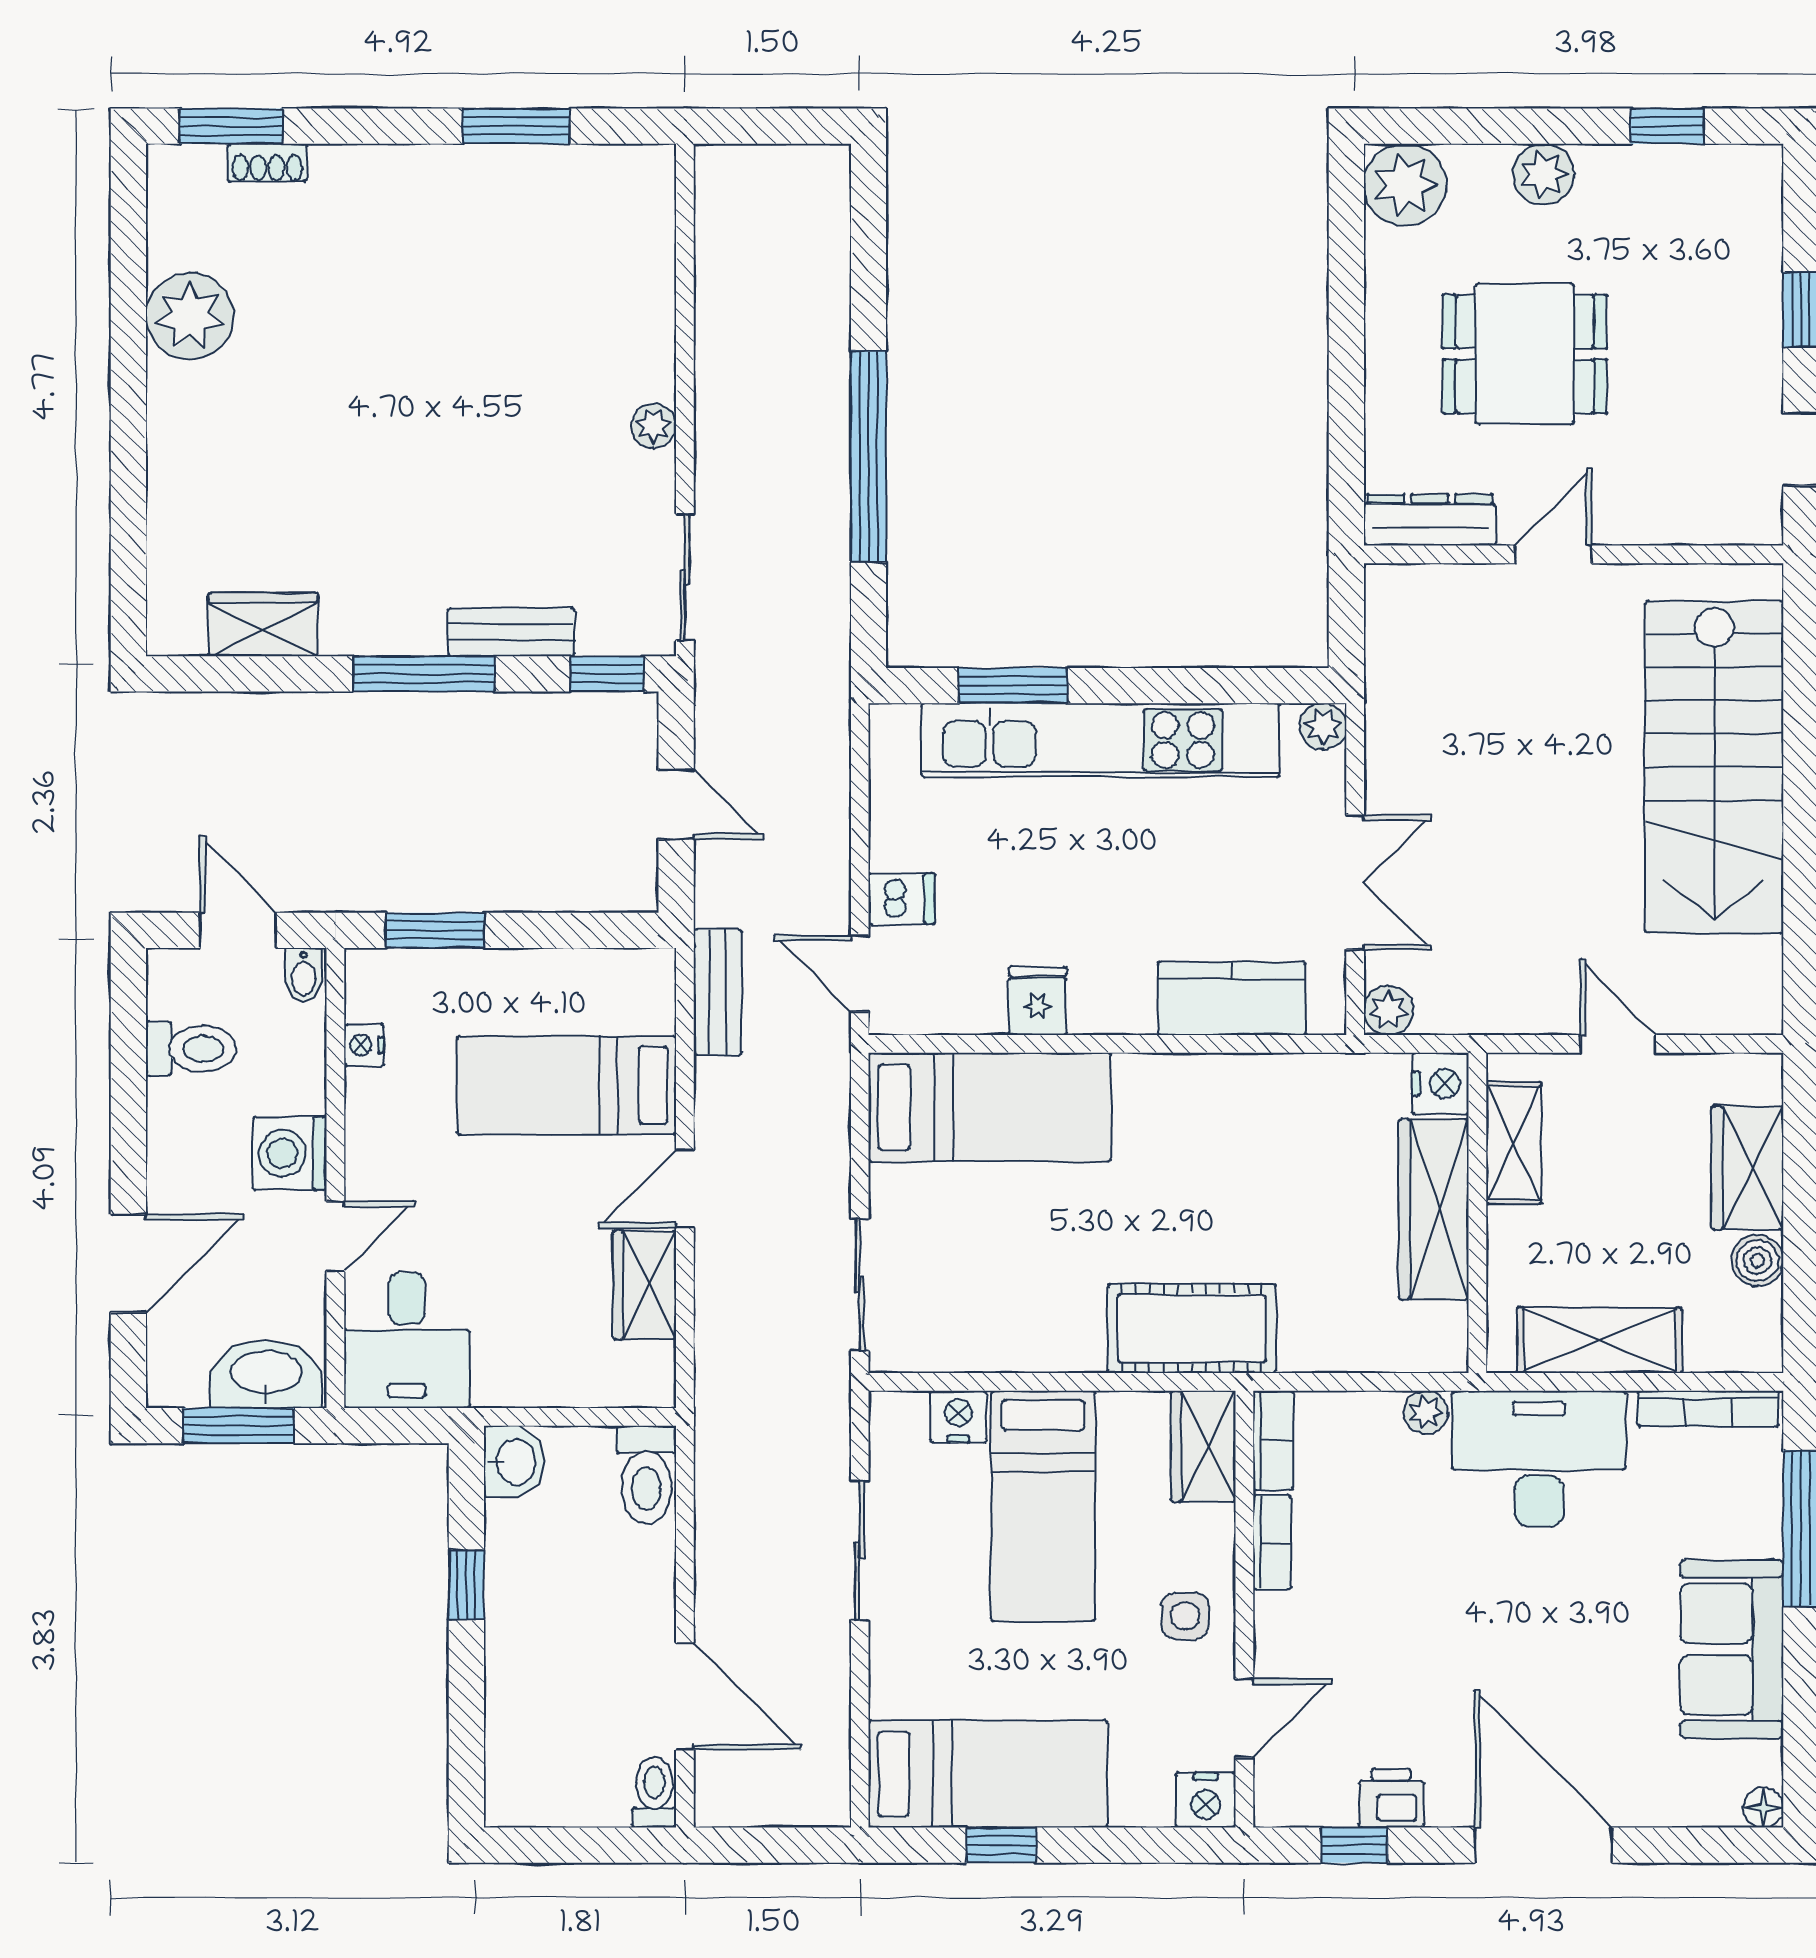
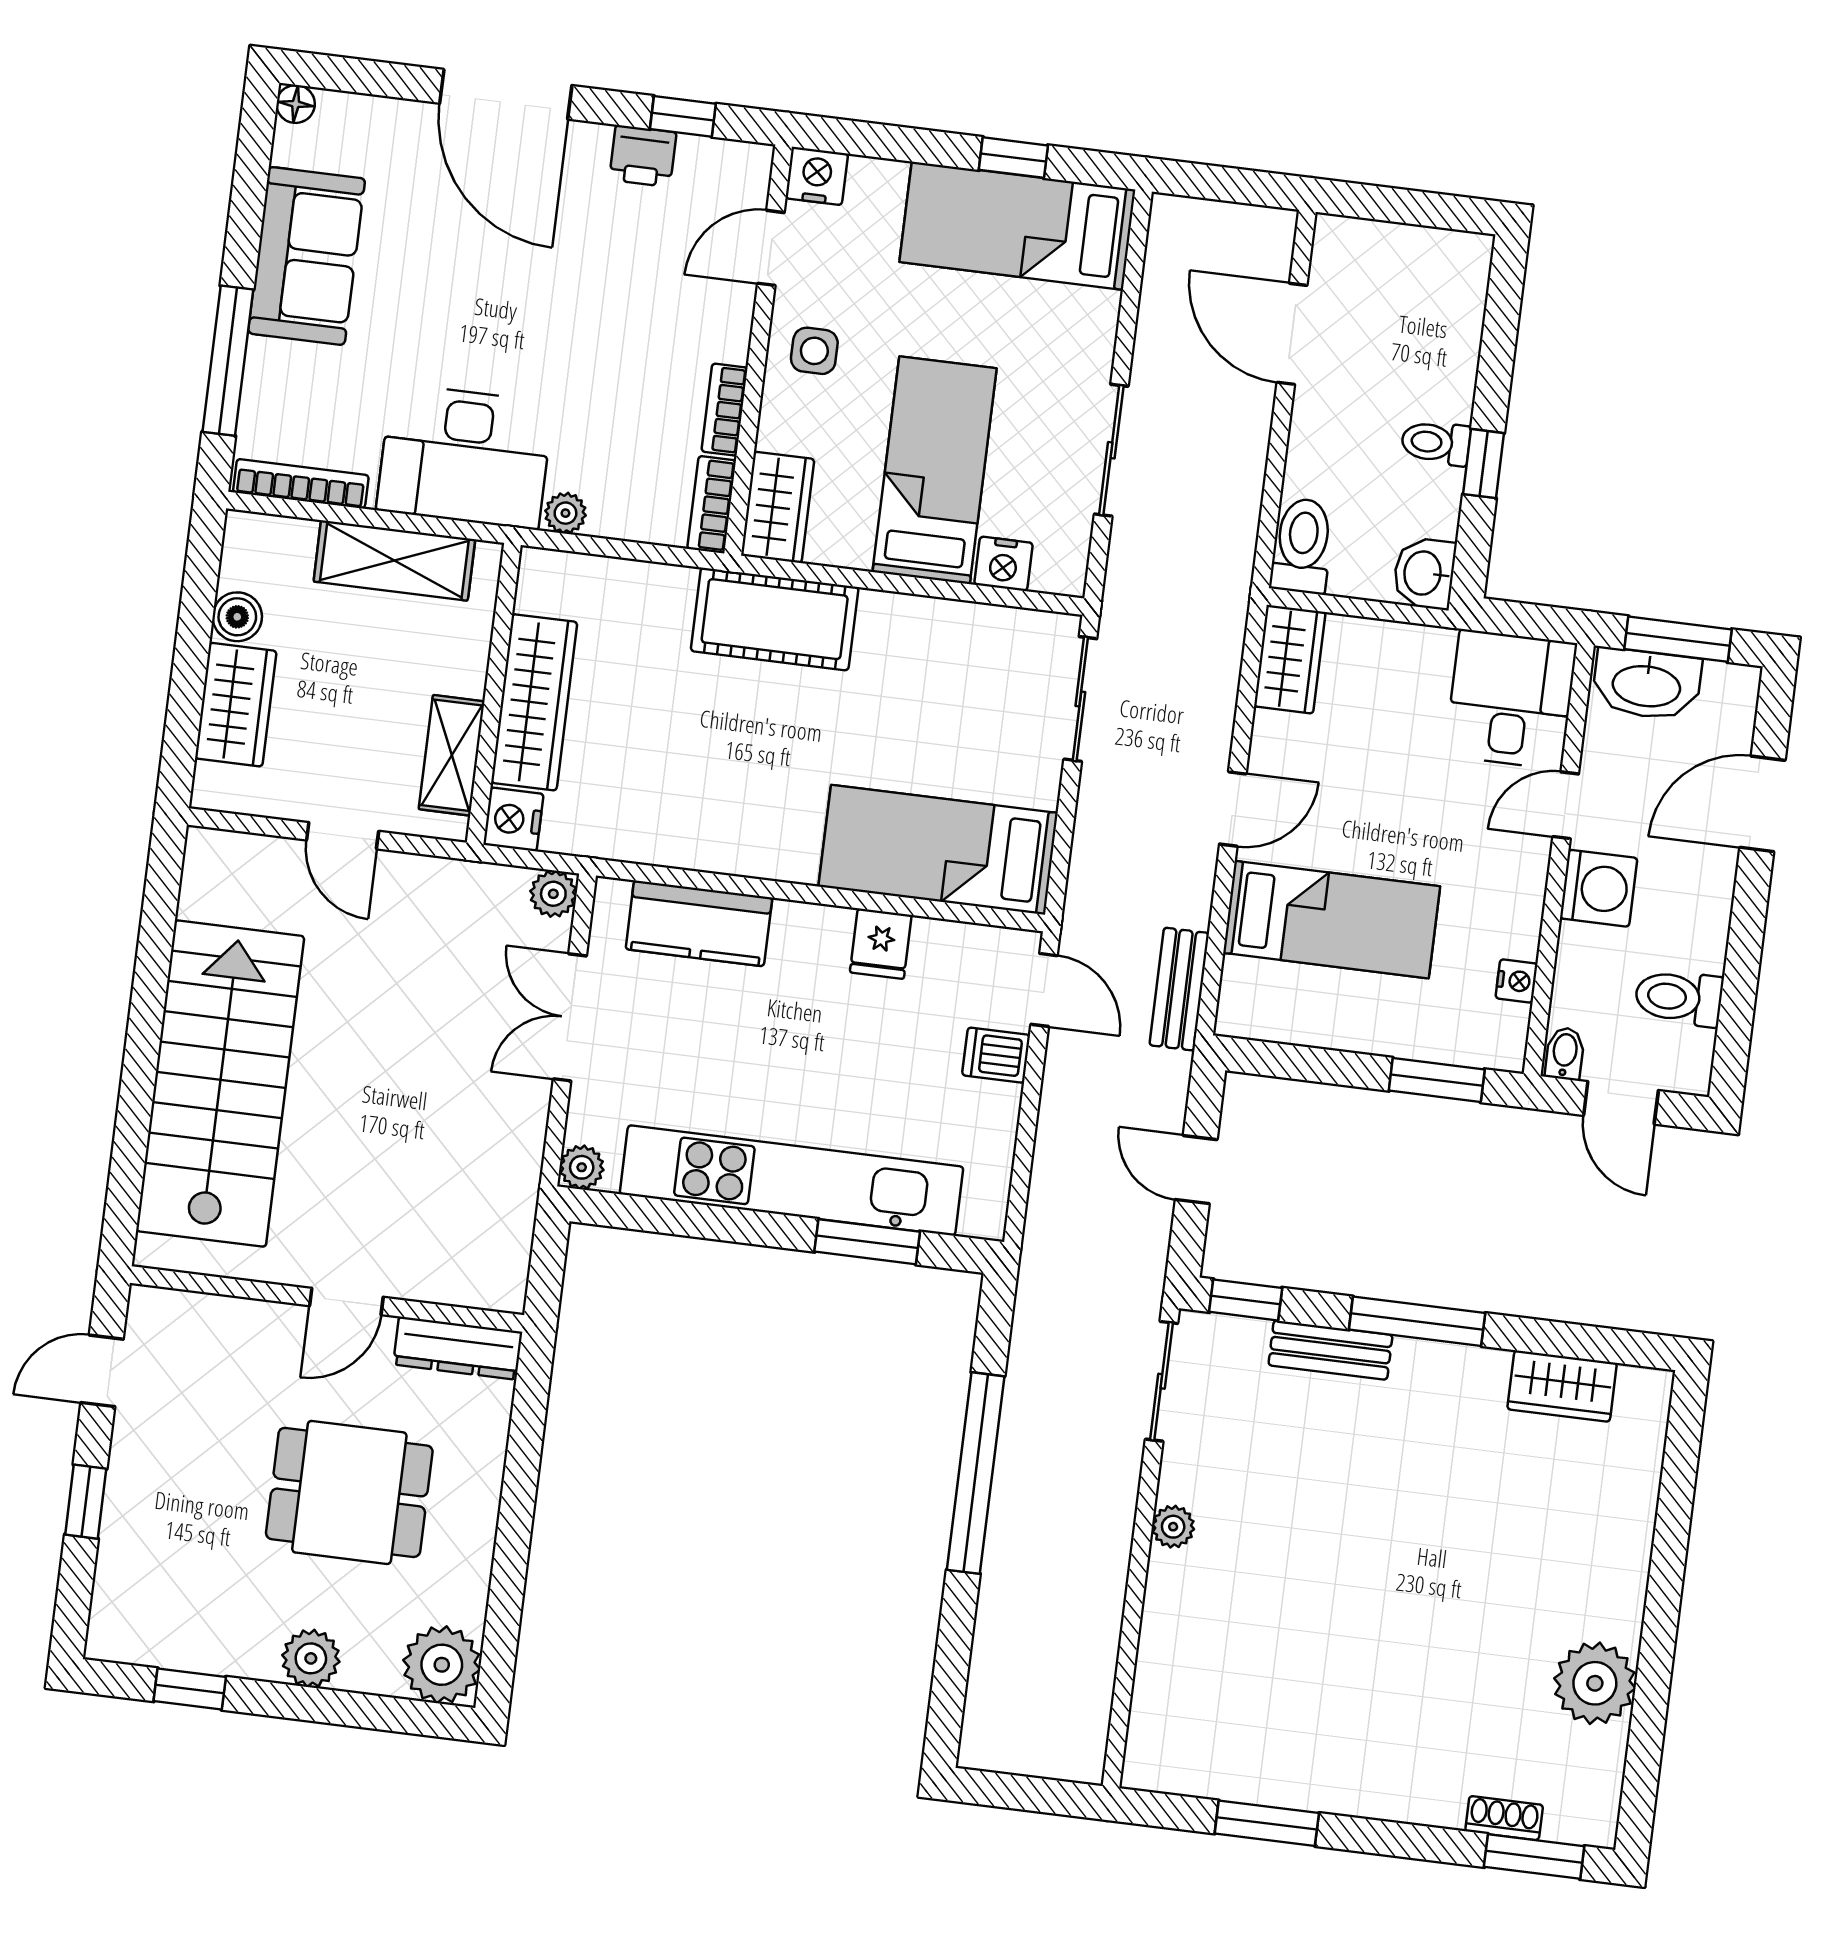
wardrobe: (645, 1285) -> (1290, 659), moved
toilet: (654, 1792) -> (1436, 443), moved, turned 90

